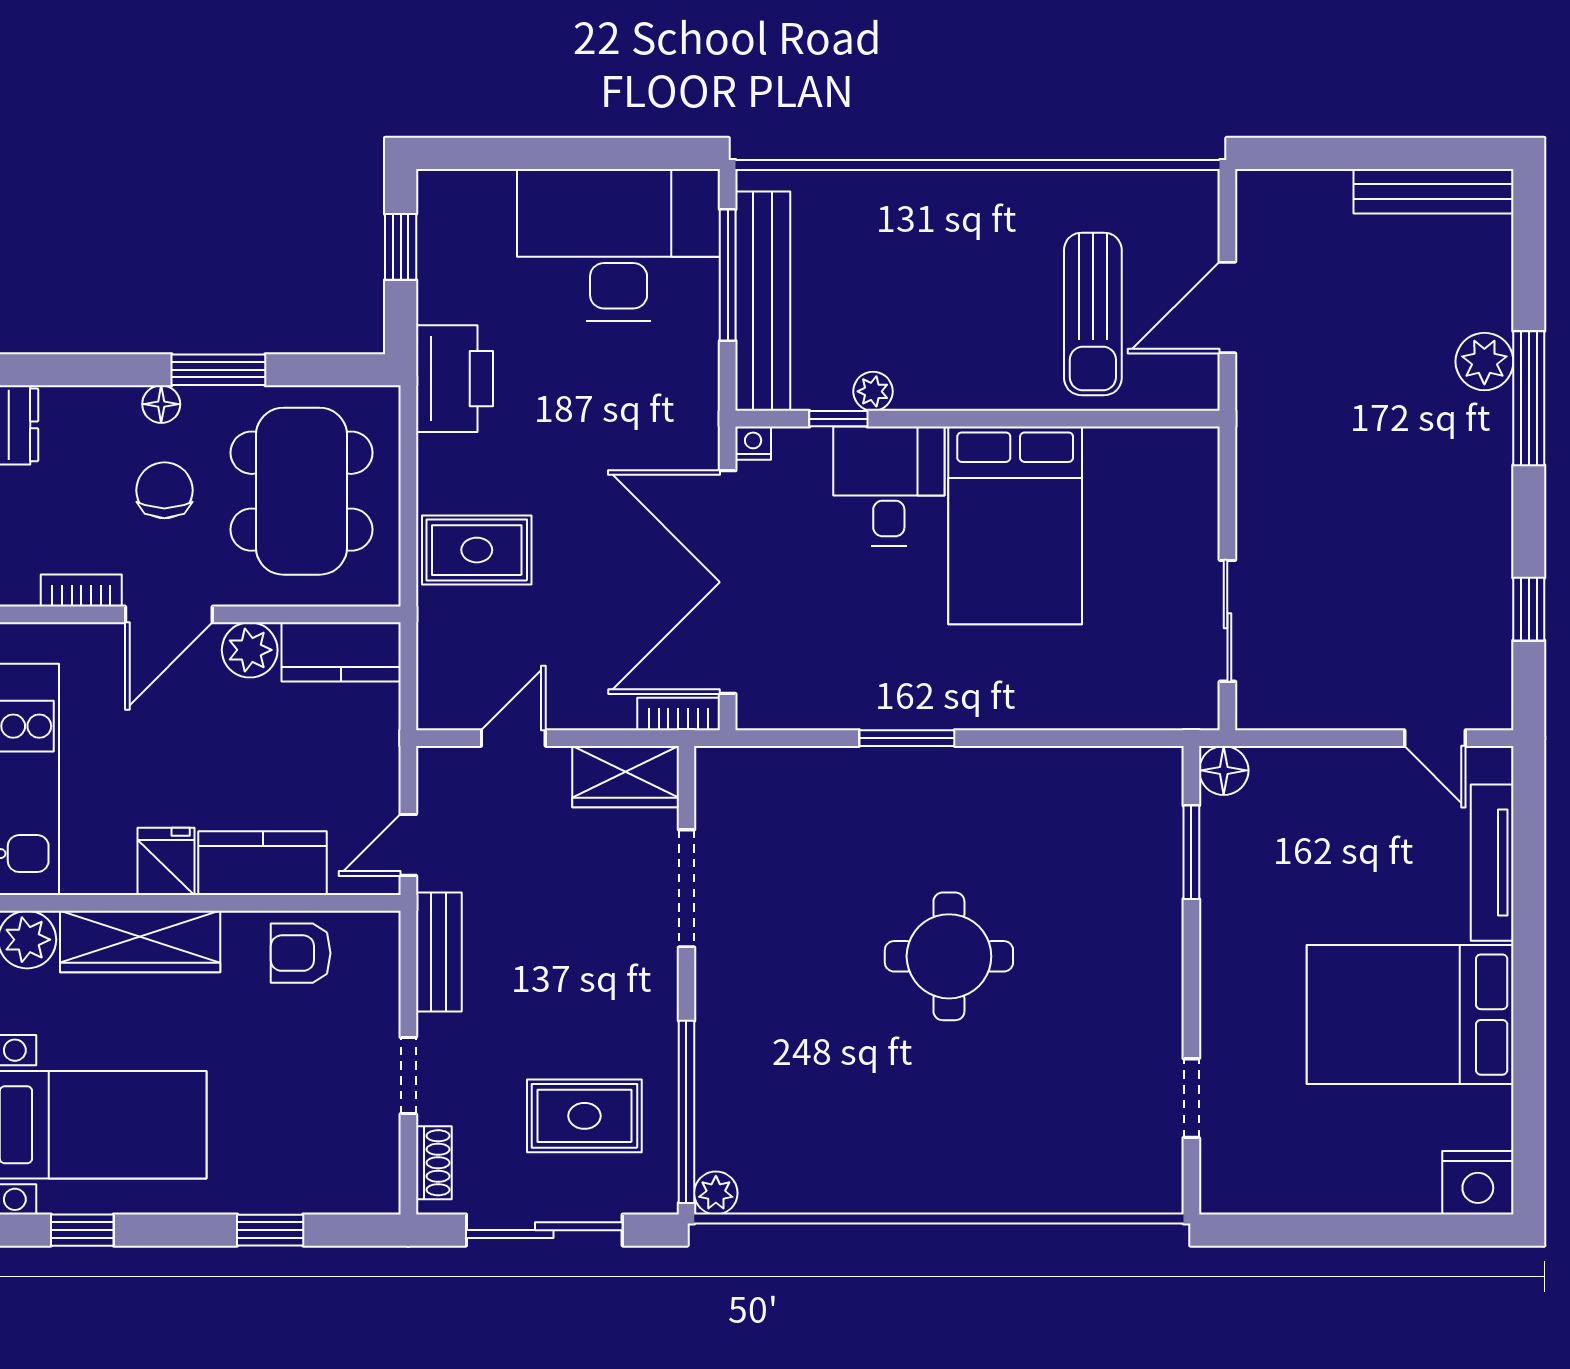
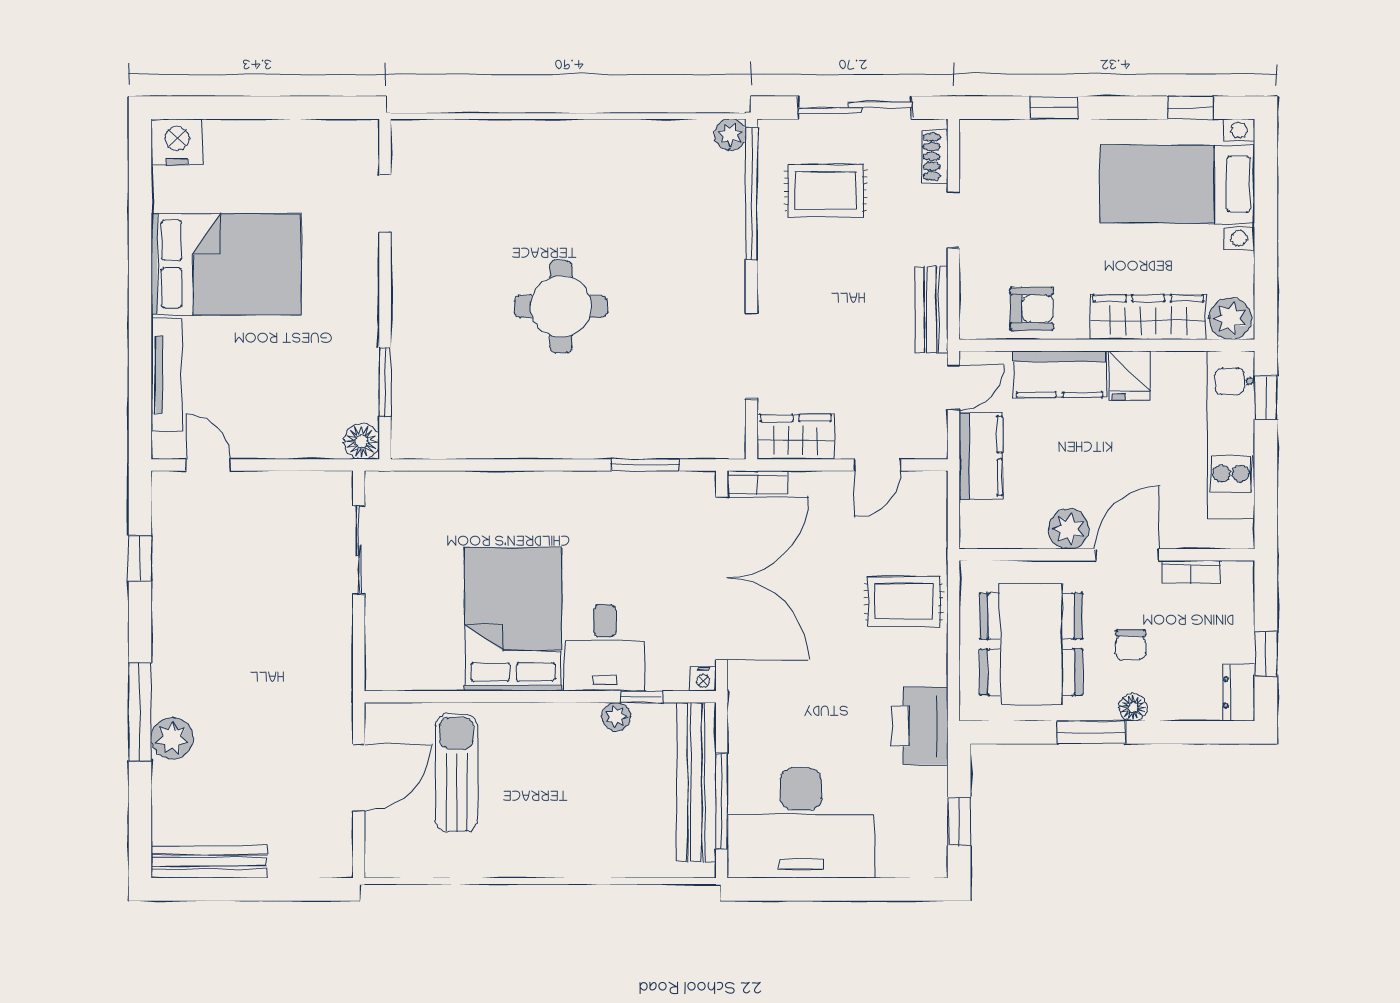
chair: (164, 490) -> (1131, 645), width x0.73, depth x0.73
kitchen counter: (341, 652) -> (981, 456), moved, turned 90
window: (907, 738) -> (645, 465), moved

